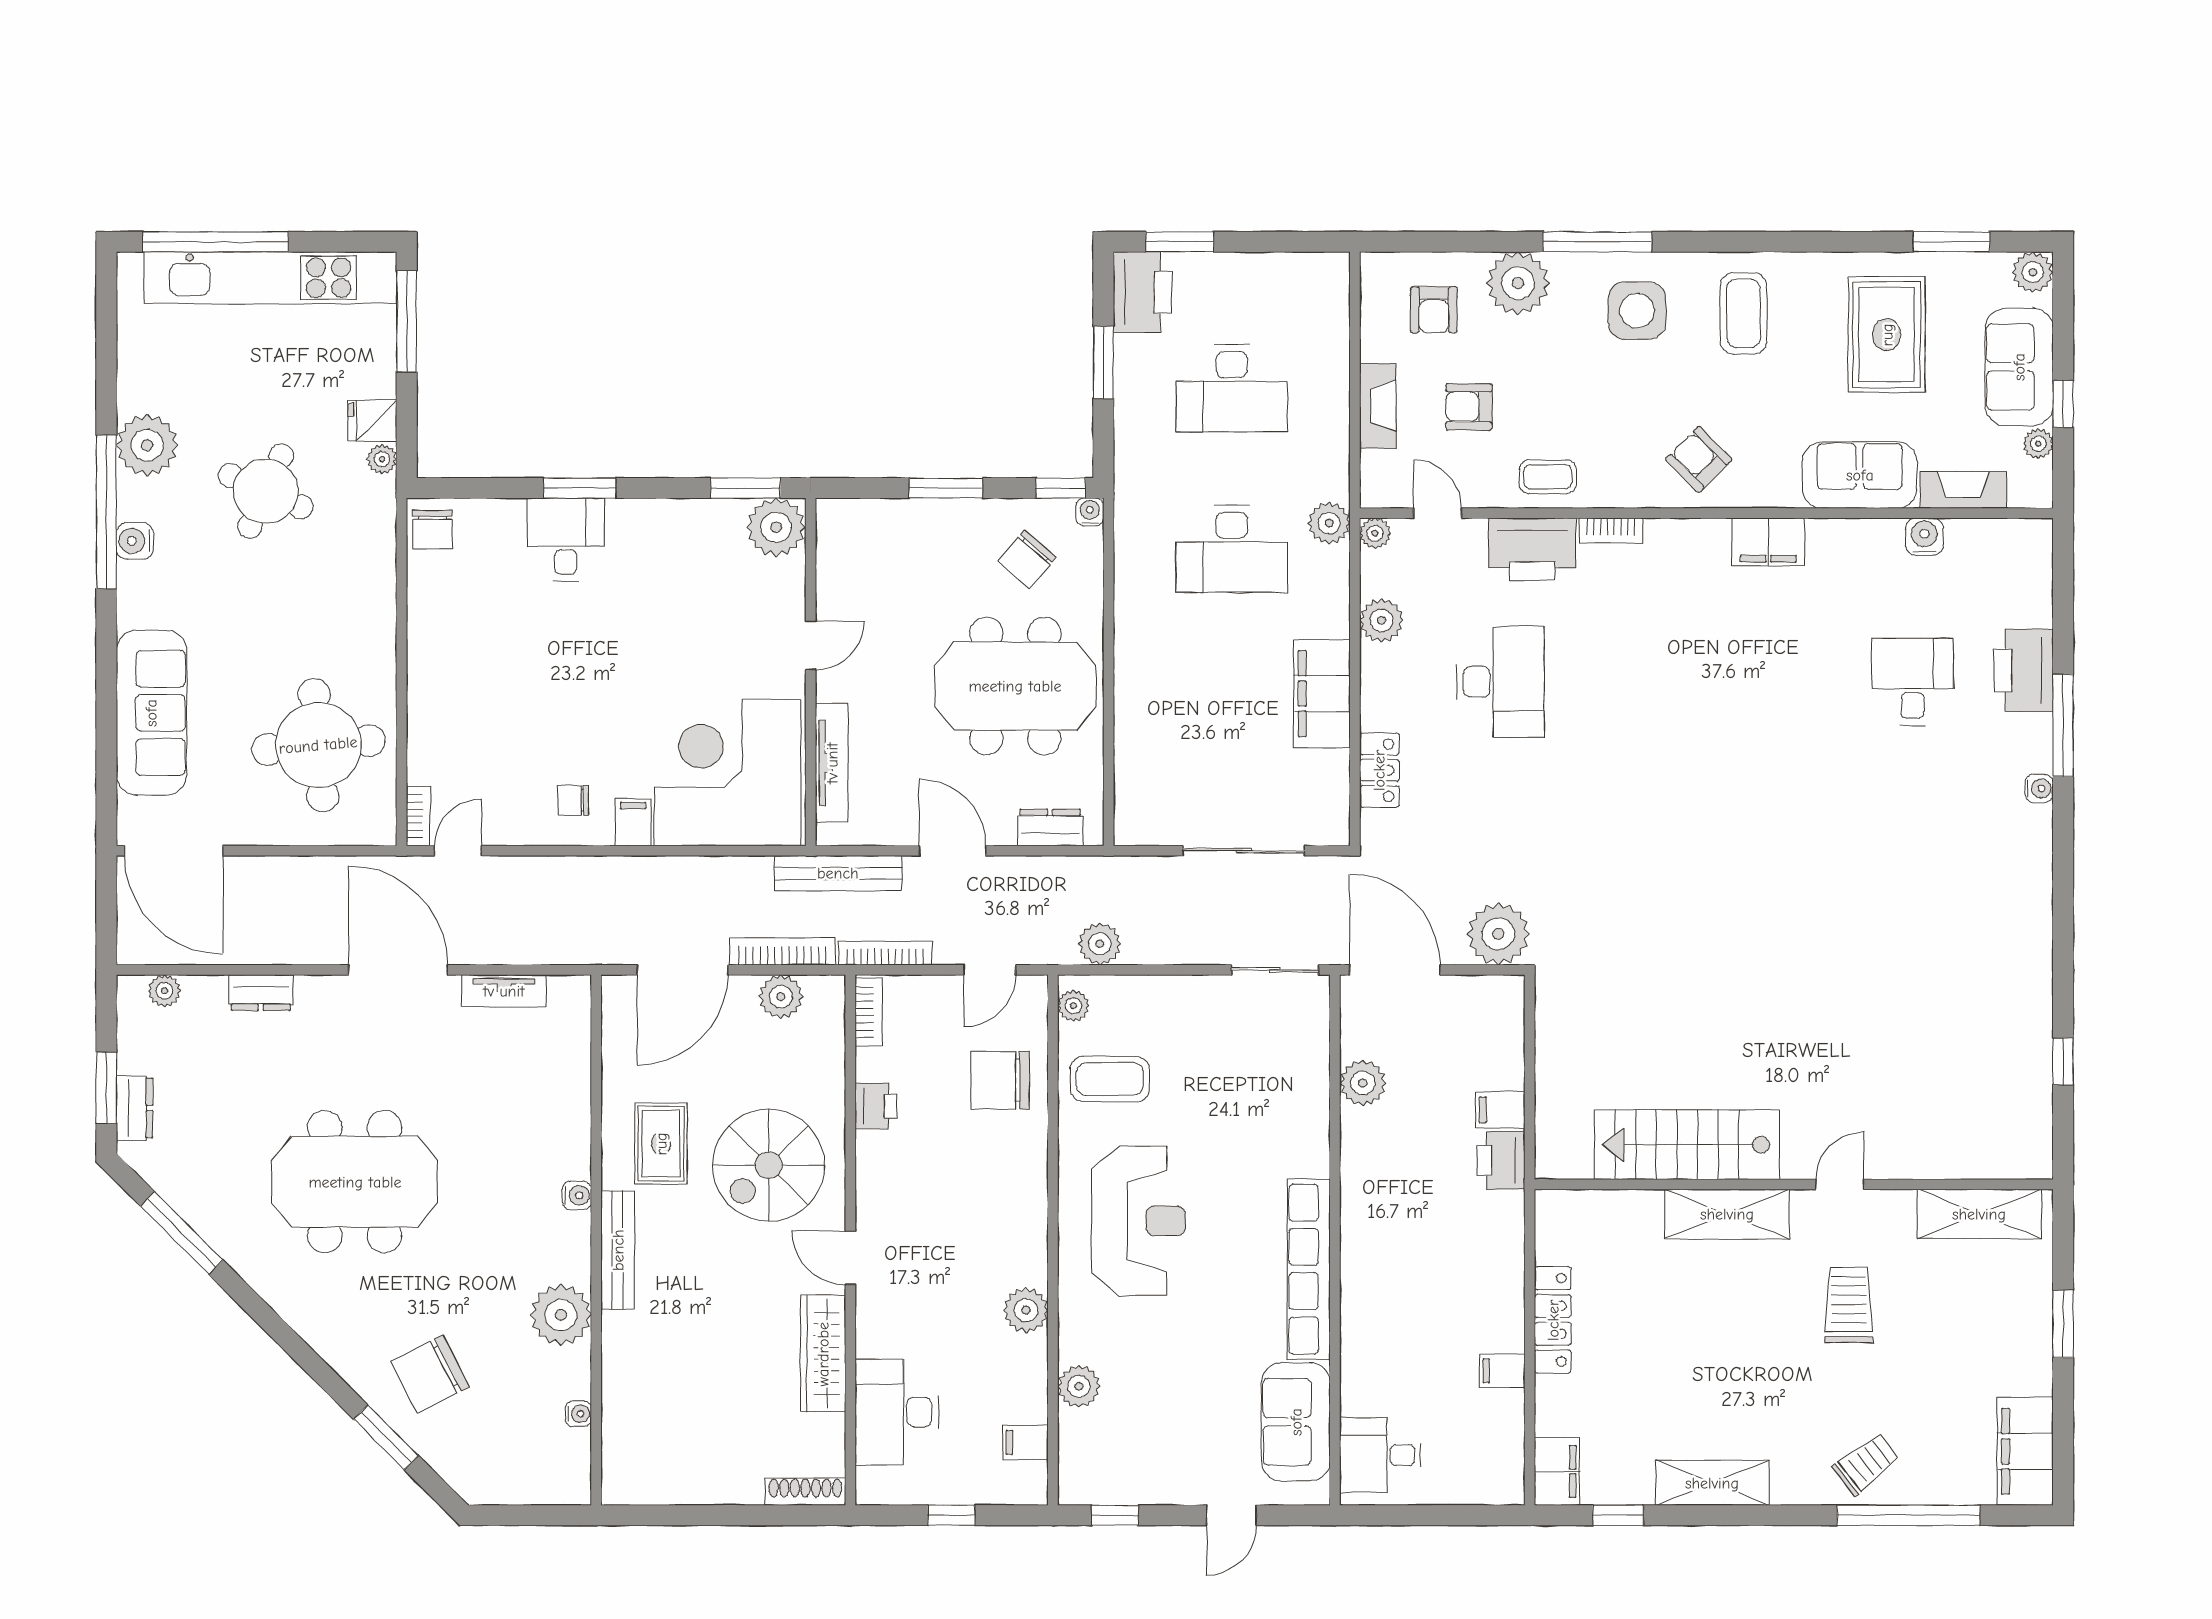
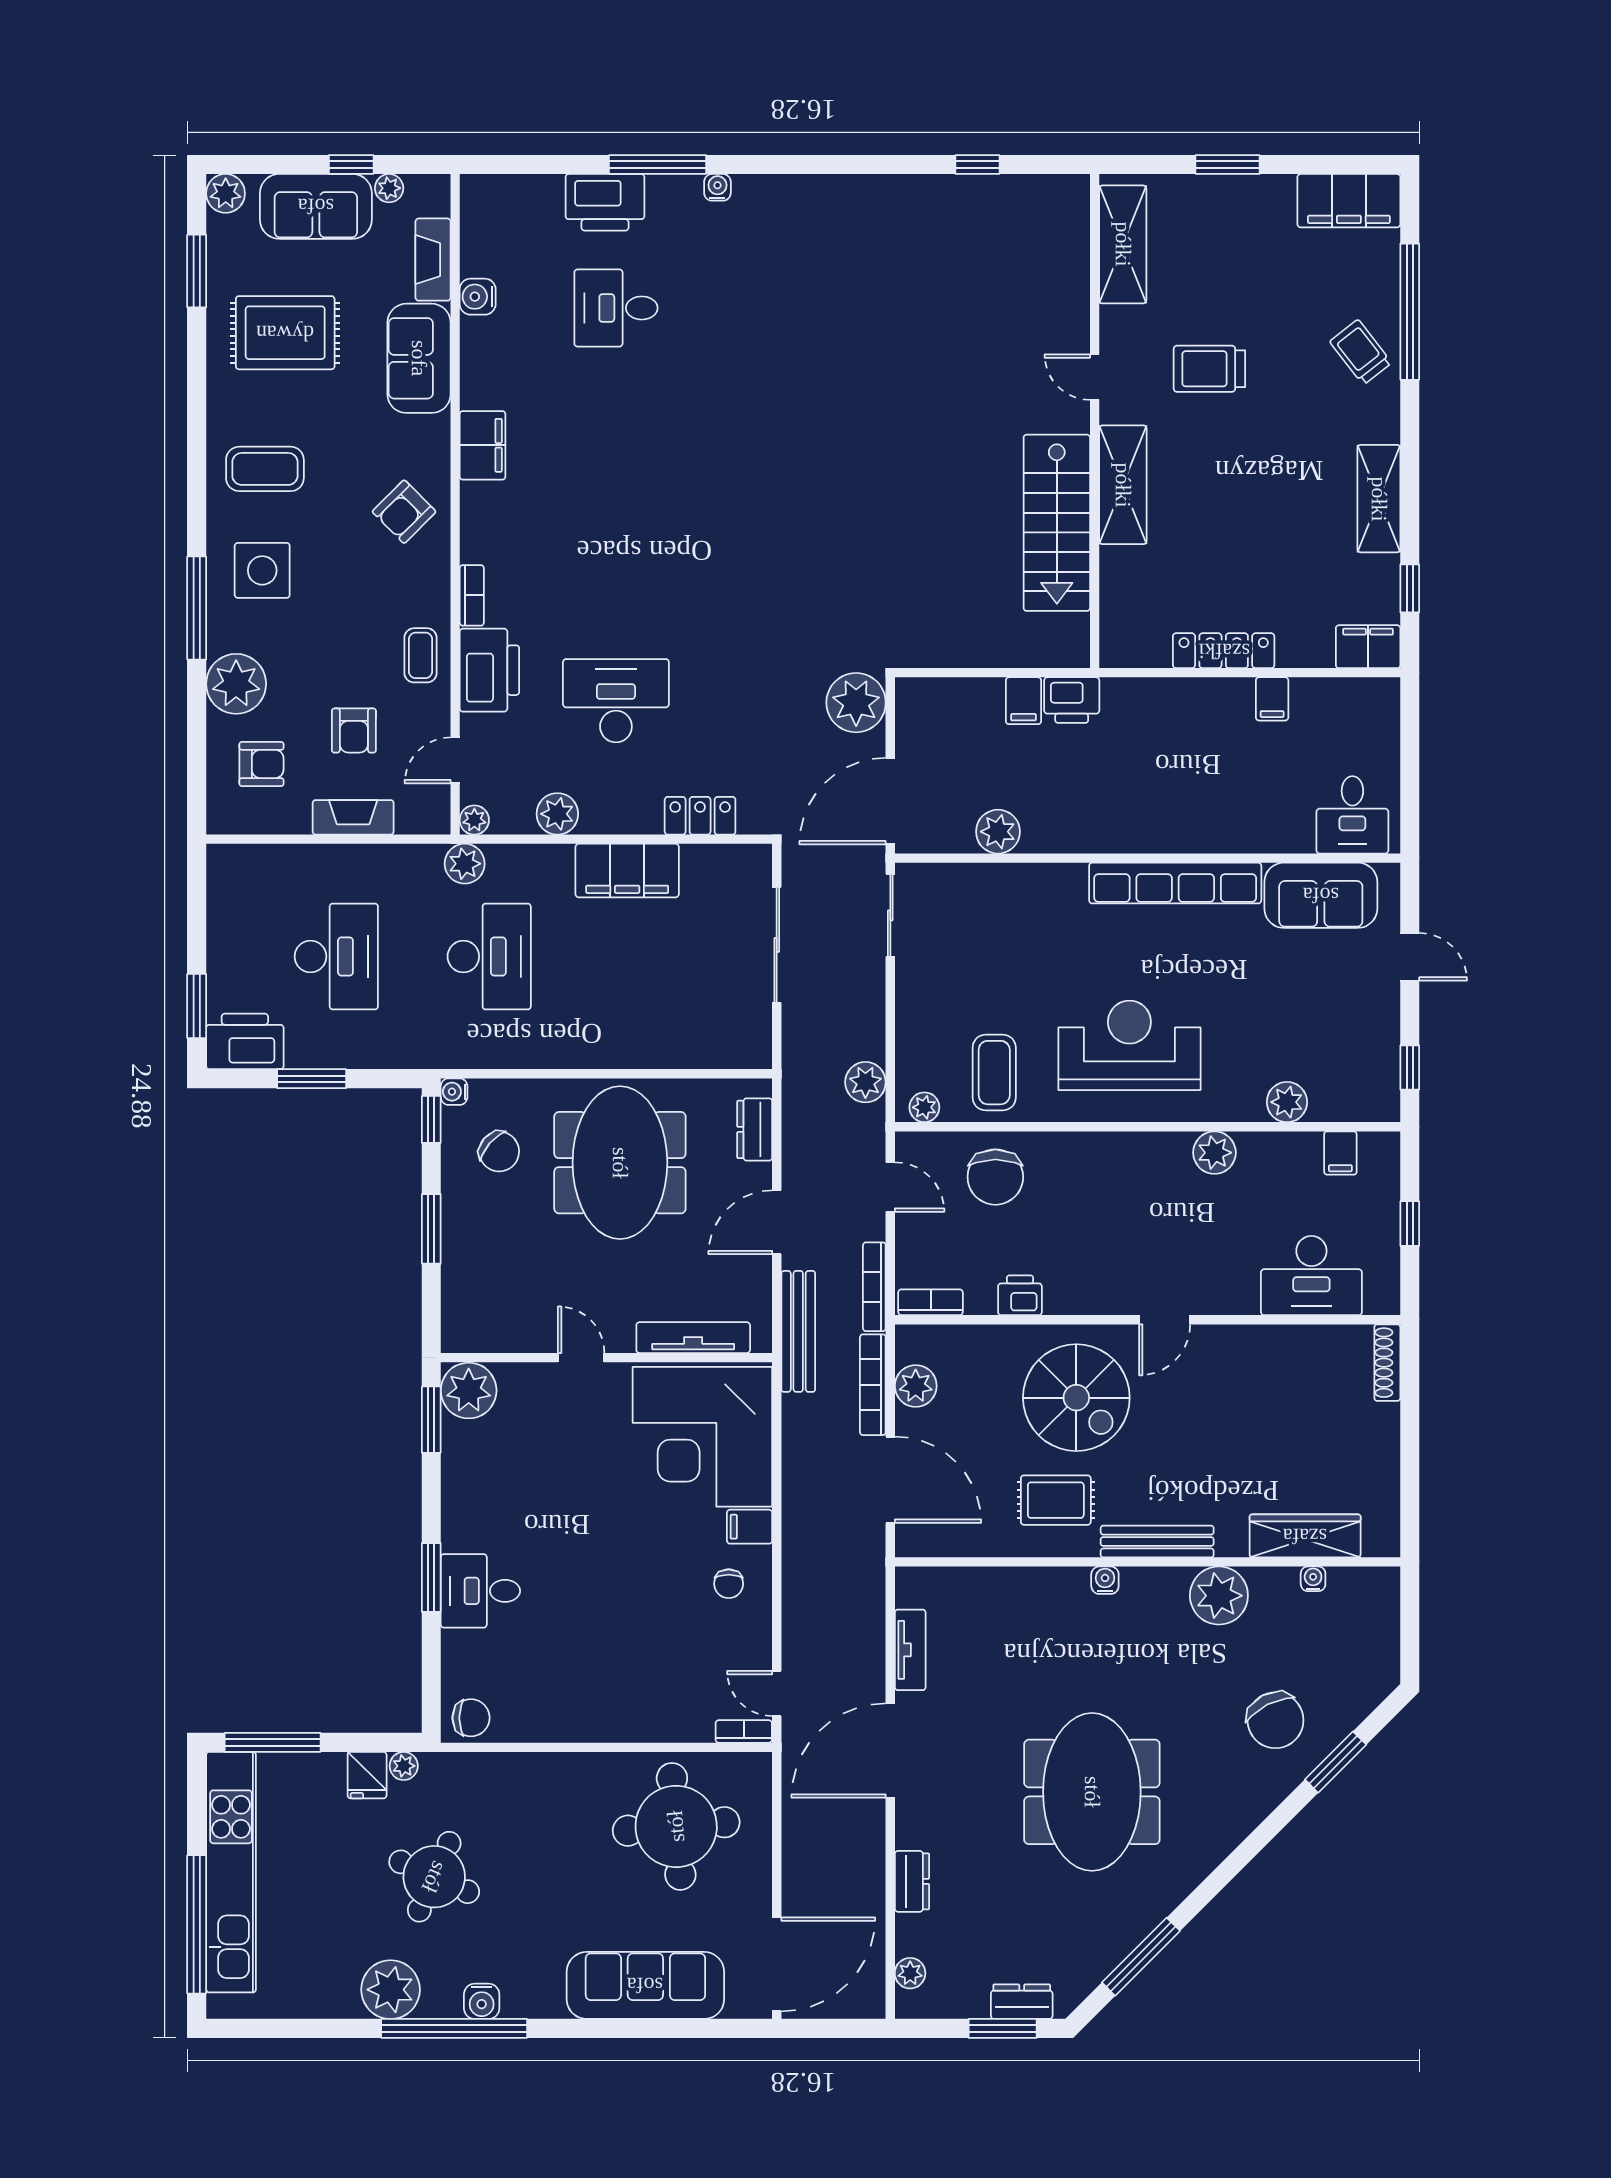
wardrobe: (823, 1354) -> (1305, 1536), moved, turned 180

